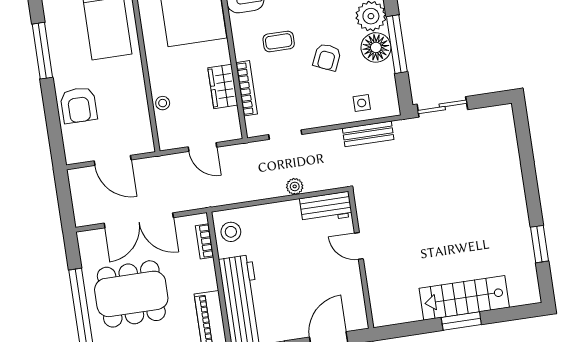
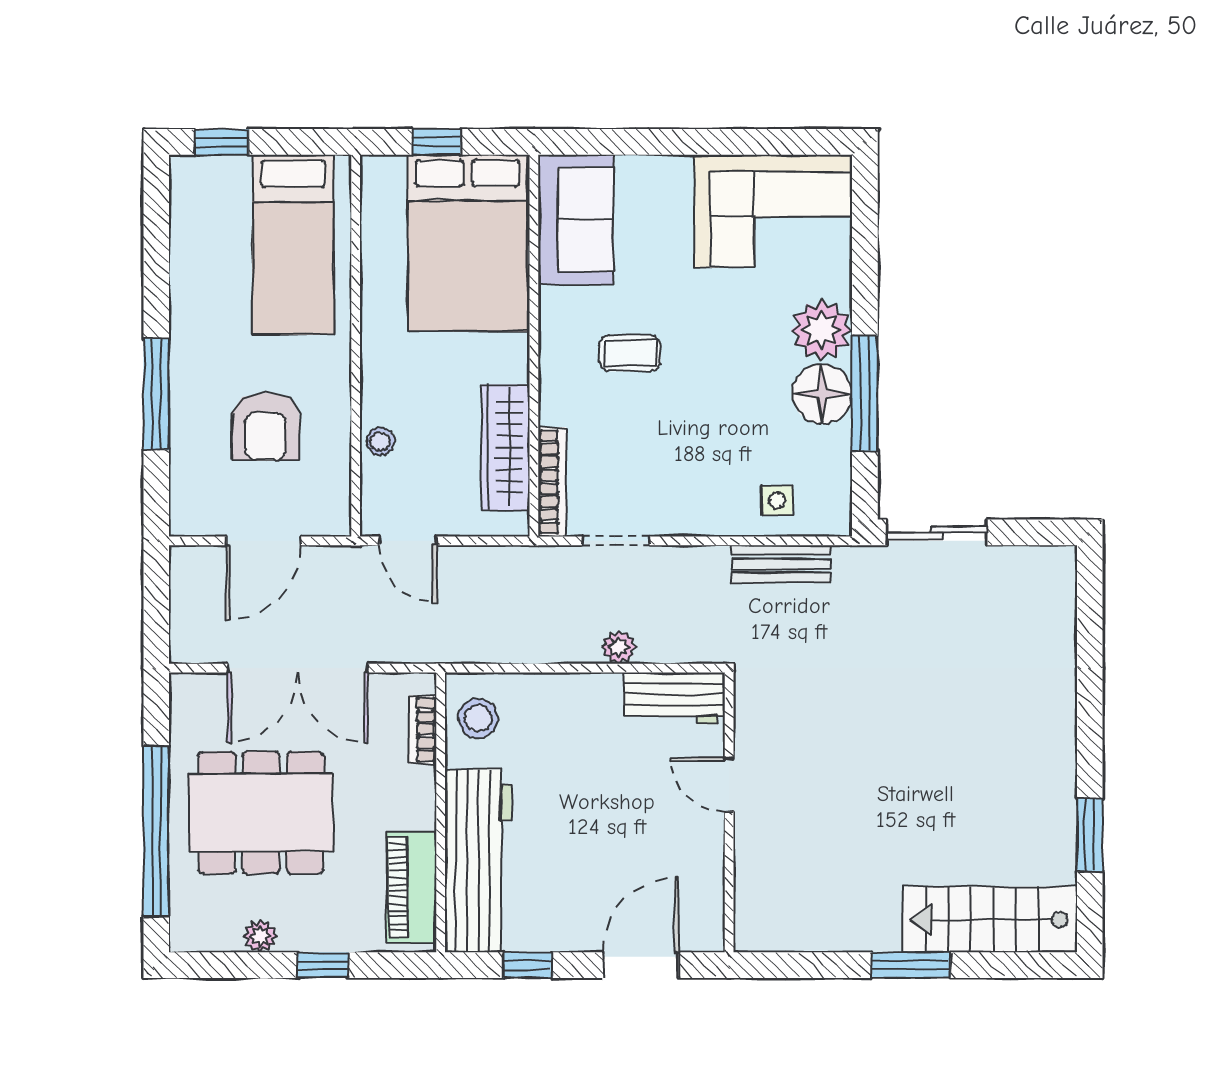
window: (42, 51) -> (156, 394), moved
armchair: (327, 57) -> (722, 399), removed
wardrobe: (223, 86) -> (505, 447), width x1.50
bookcase: (247, 88) -> (552, 482), moved
armchair: (79, 105) -> (266, 427), moved
door: (202, 147) -> (408, 541), moved
door: (113, 160) -> (264, 541), hinge flipped
stairs: (464, 298) -> (990, 920), moved

